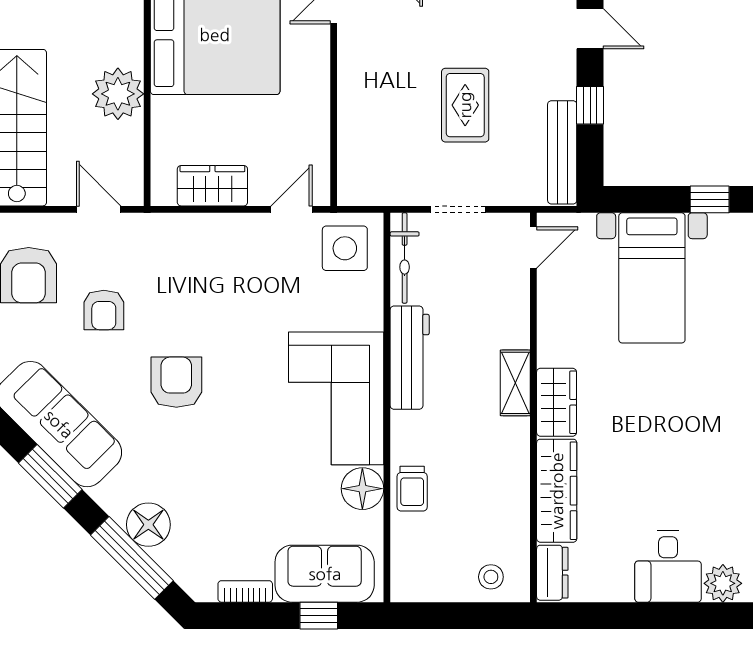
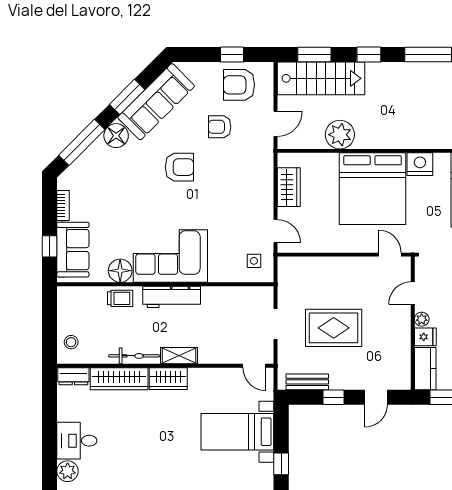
rug: (465, 105) -> (334, 328), width x1.36, depth x1.43
bench: (562, 152) -> (307, 382), width x0.73
side table: (345, 248) -> (254, 261), width x0.54, depth x0.54
bicycle: (405, 258) -> (134, 356), moved, turned 180
workbench: (410, 358) -> (172, 297), moved
trolley: (412, 489) -> (120, 298), turned 180
floor lamp: (148, 525) -> (116, 136), moved

